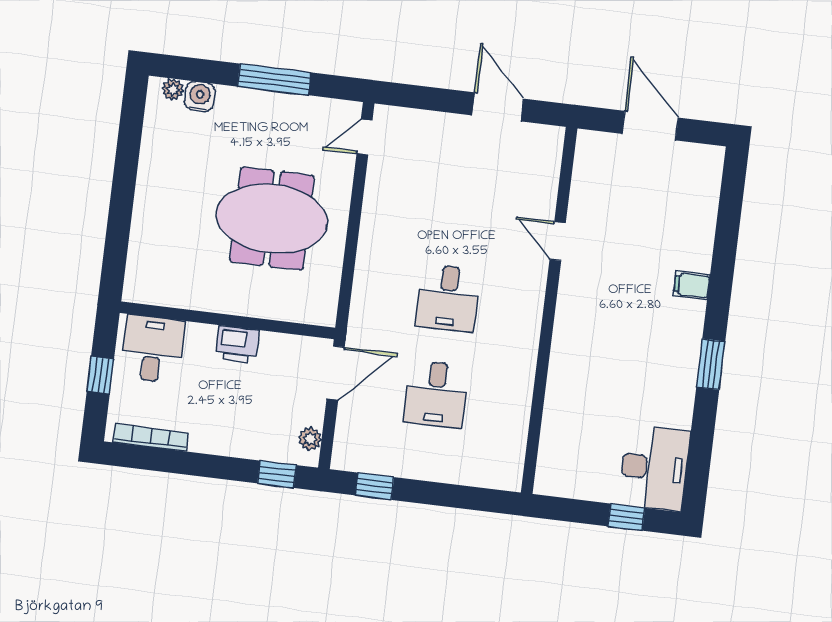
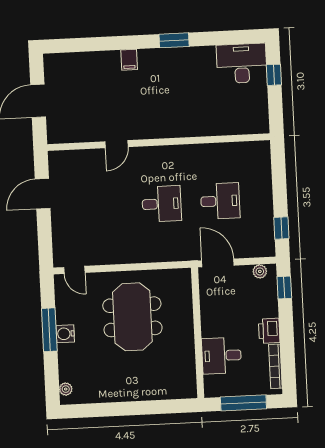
water cooler: (200, 97) -> (65, 334), moved
printer: (237, 344) -> (269, 331), moved, turned 180
desk: (153, 349) -> (222, 356), moved
window: (100, 375) -> (243, 403), width x2.17

